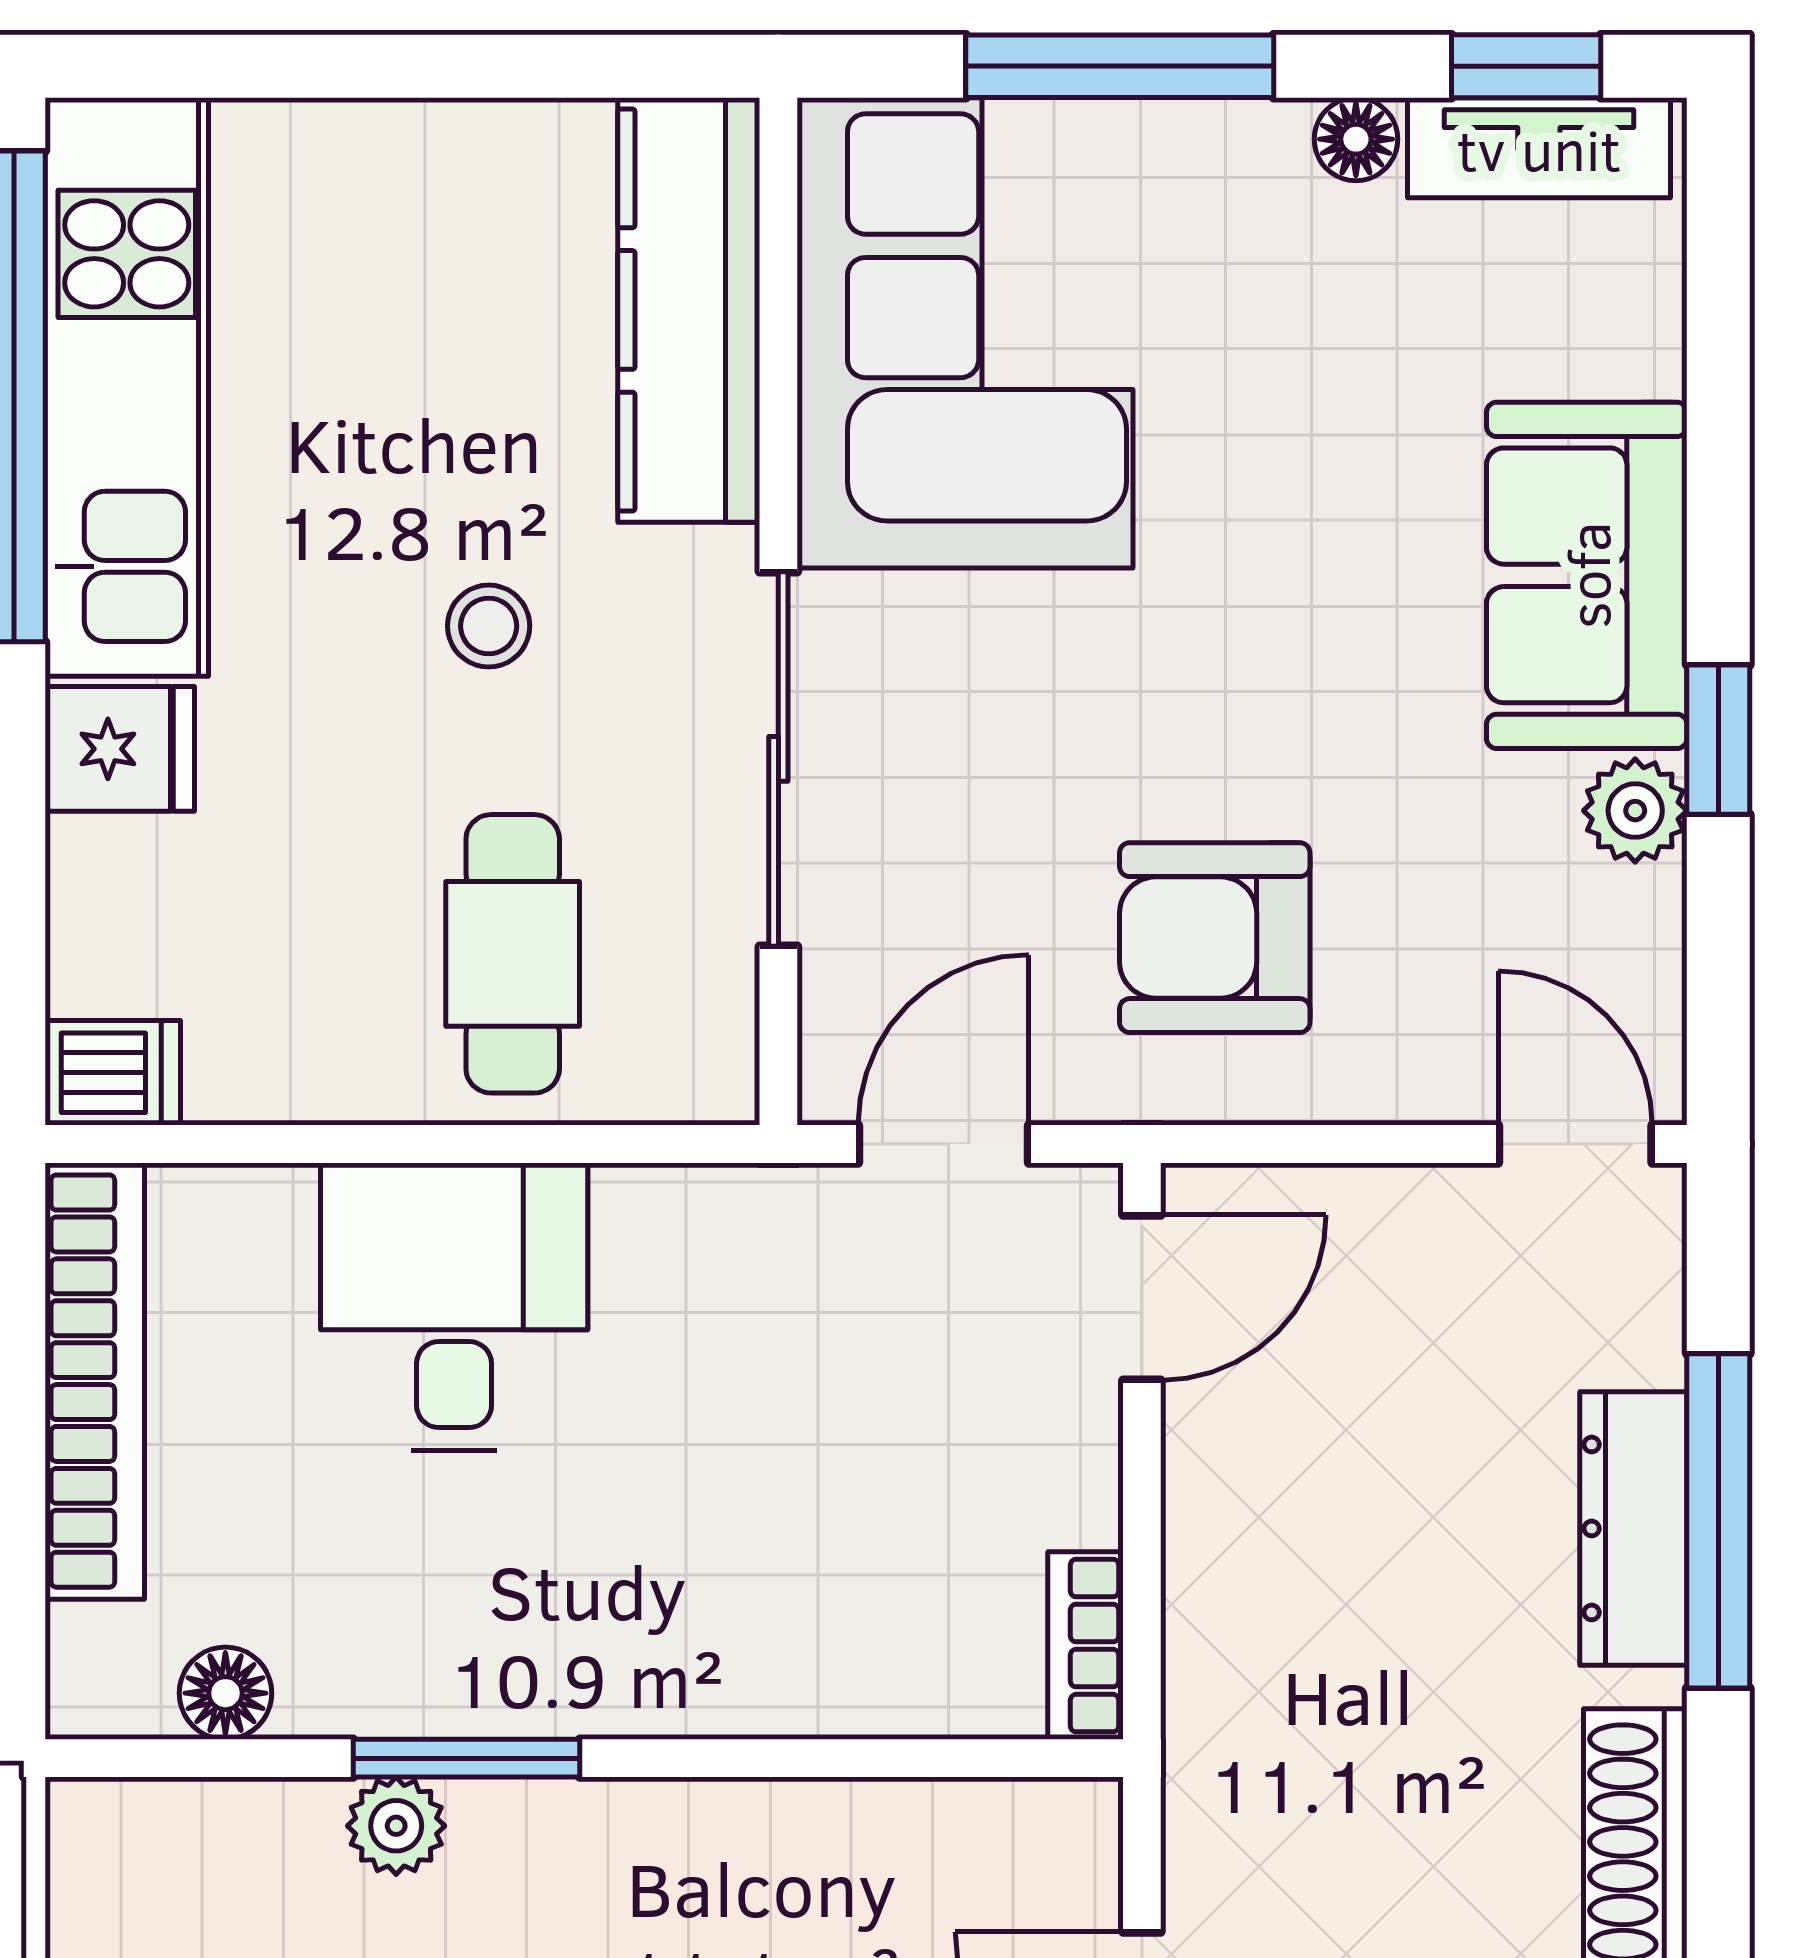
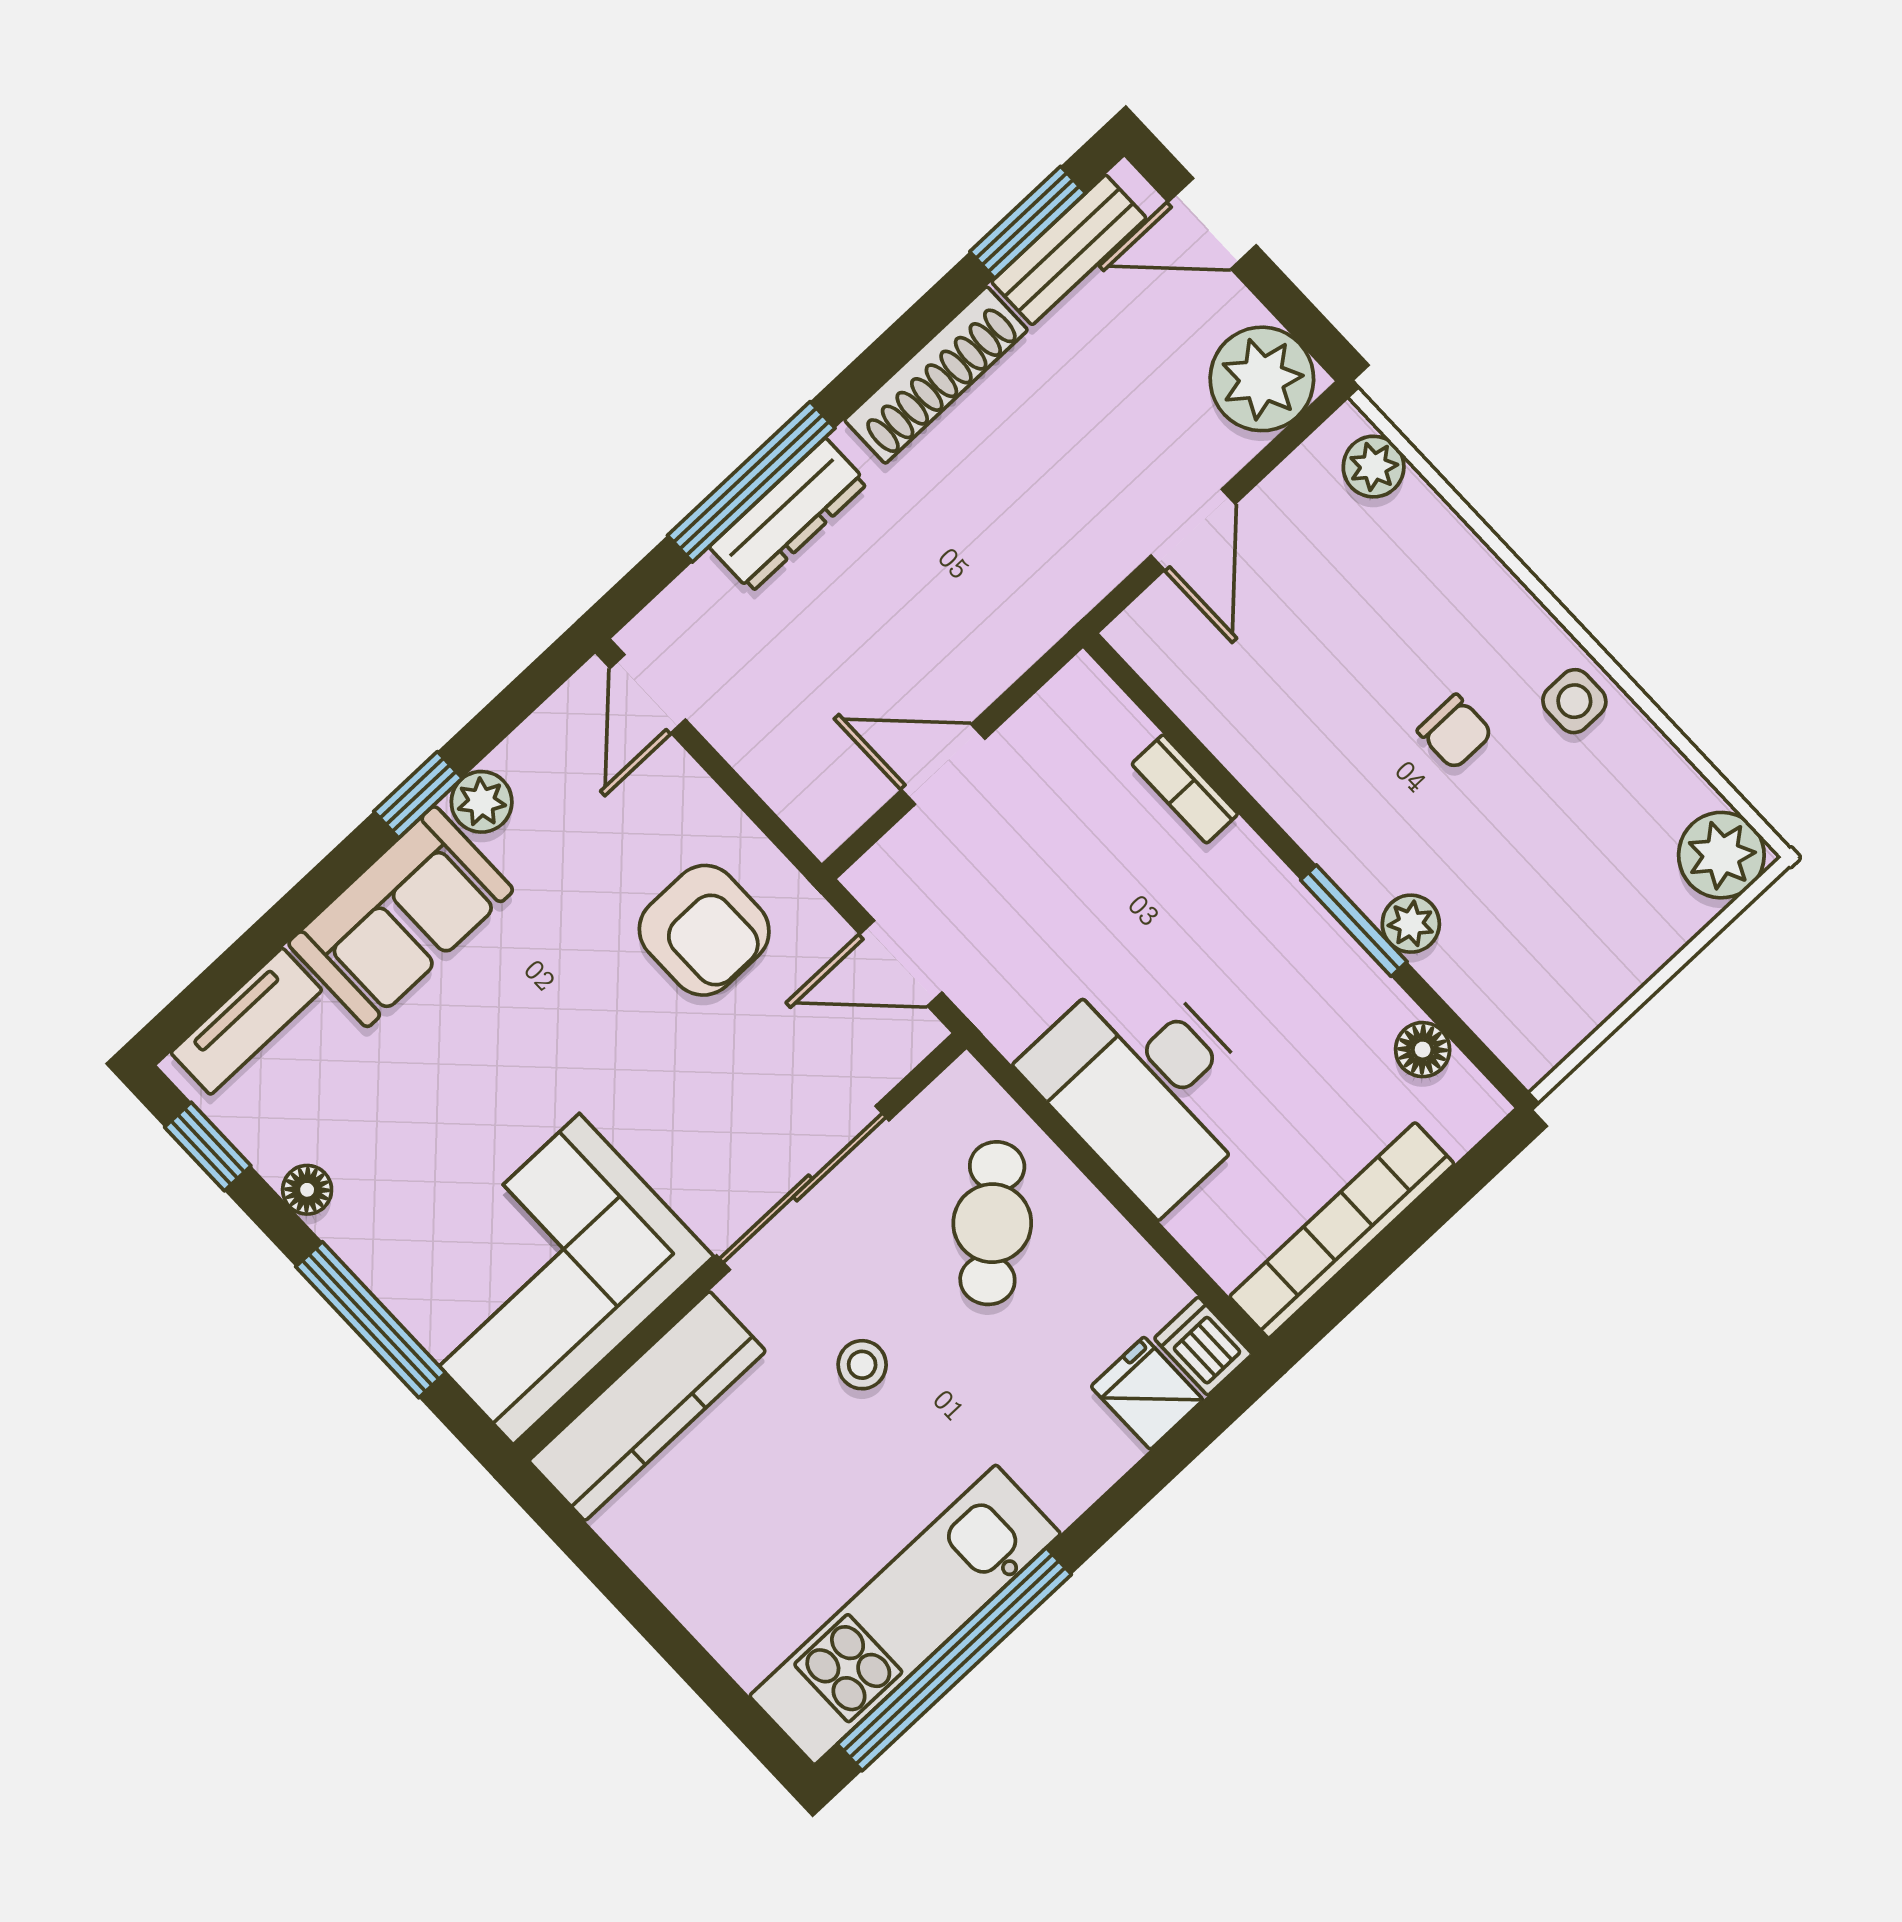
tv unit: (1539, 148) -> (246, 1021), moved, turned 90
fridge: (120, 749) -> (1147, 1393), moved
cafe table: (513, 954) -> (992, 1223), turned -42
door: (1142, 1298) -> (943, 764), moved
desk: (454, 1307) -> (1146, 1086), width x1.37
bookcase: (1085, 1646) -> (1185, 789), moved, turned 90

